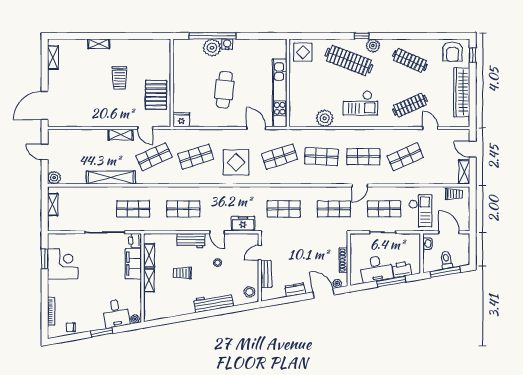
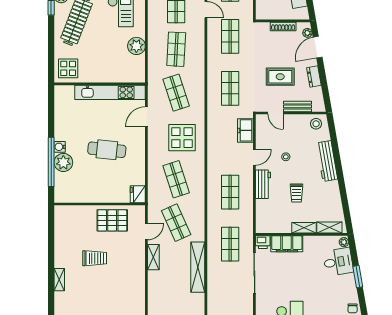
shelving: (149, 256) -> (329, 228), moved
rug: (295, 257) -> (280, 77), added

